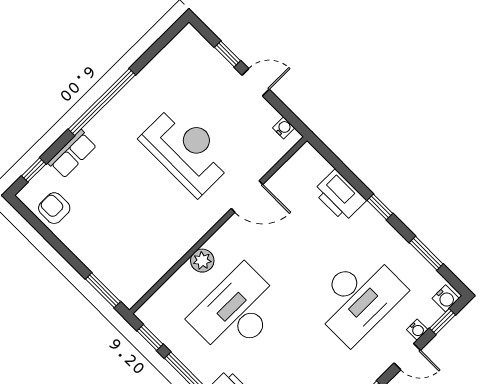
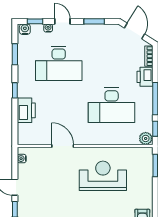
reception desk: (186, 150) -> (103, 176), moved, turned 90
plant: (202, 261) -> (146, 138), moved
desk: (358, 298) -> (59, 63), turned 180

